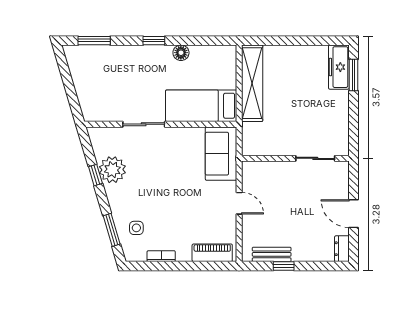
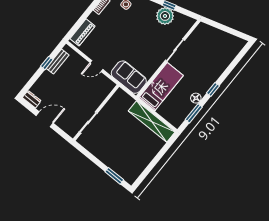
window: (94, 41) -> (194, 113), moved
freezer: (339, 67) -> (124, 172), removed

